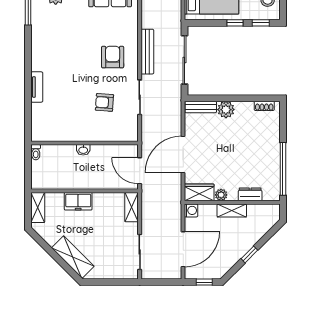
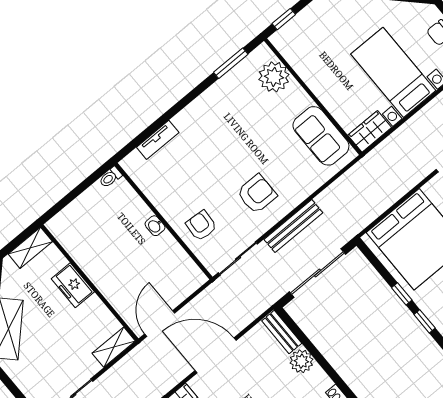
wall: (85, 143) -> (163, 221), moved
washbasin: (83, 150) -> (155, 226), moved
toilet: (36, 152) -> (110, 177), moved

